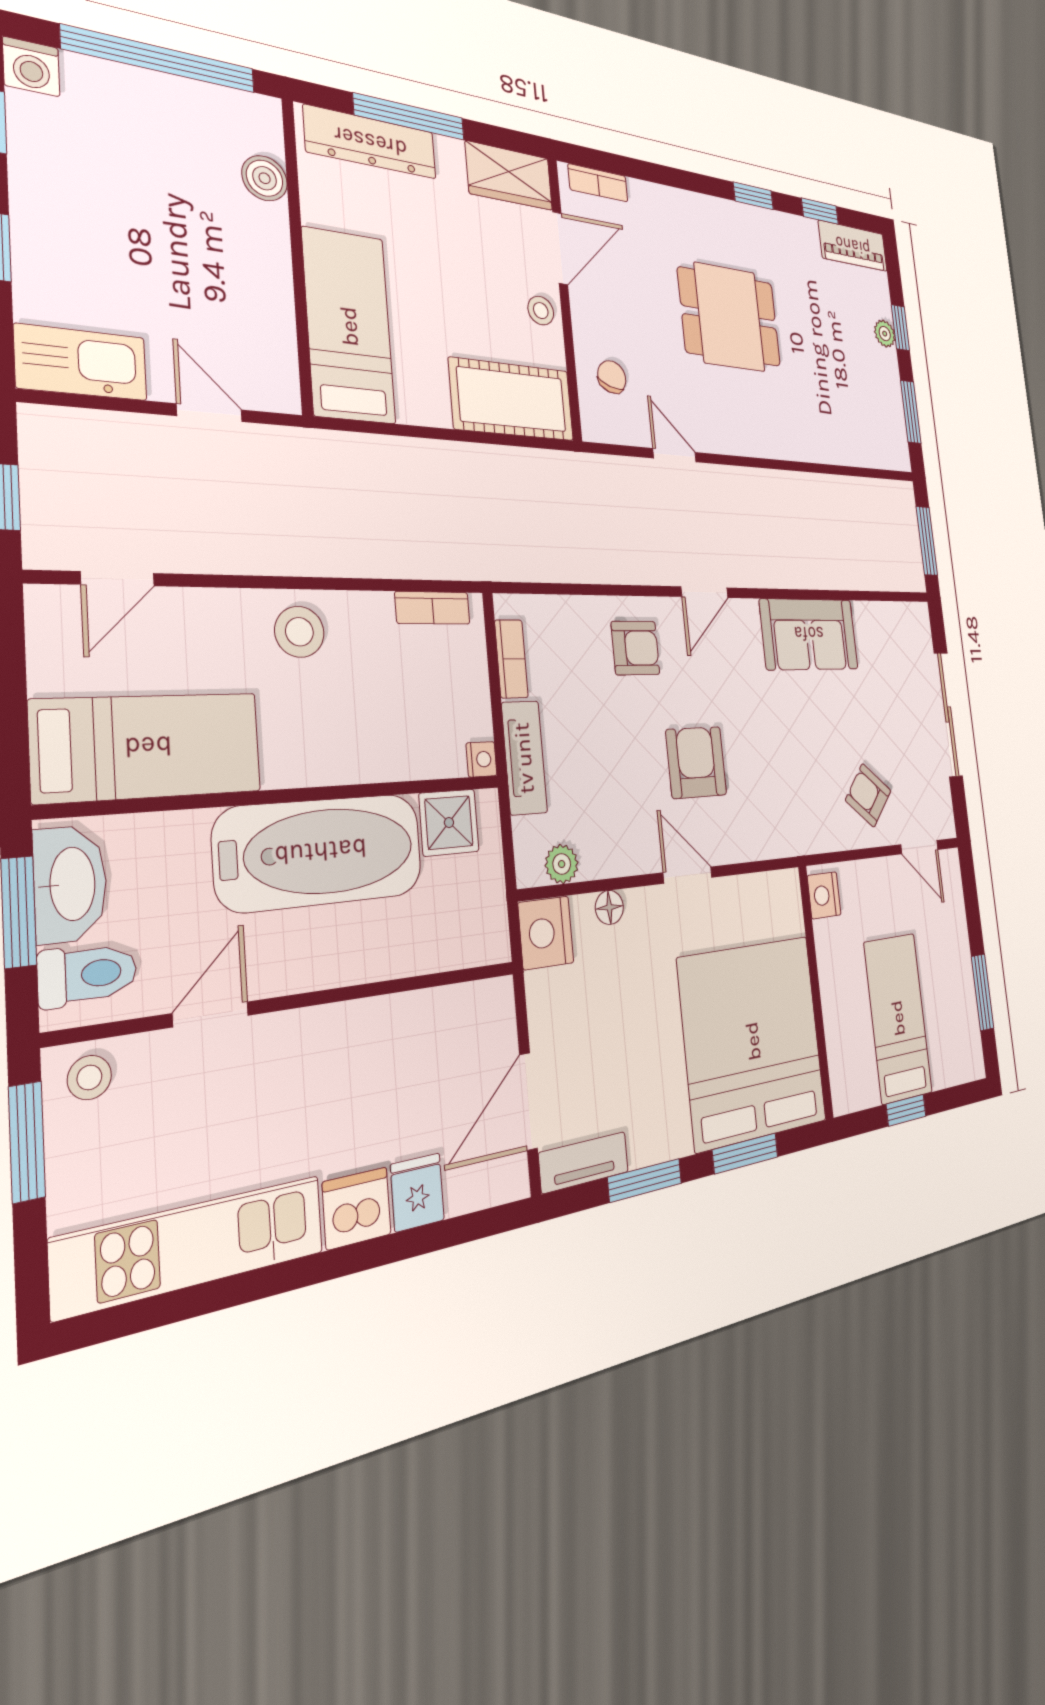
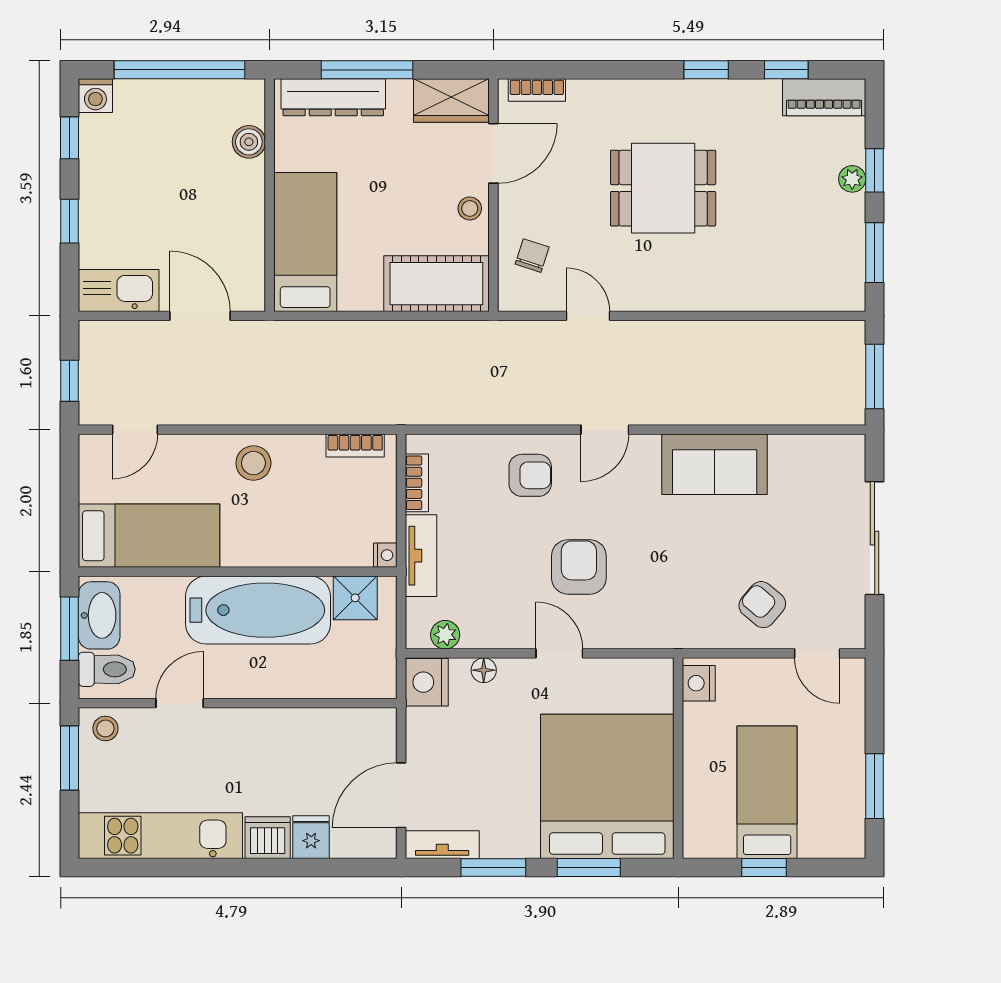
door: (209, 413) -> (200, 316), width x1.38

